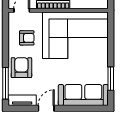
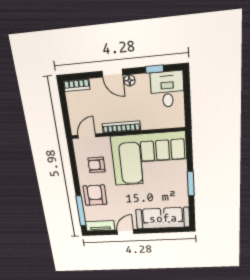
armchair: (27, 38) -> (96, 165), turned 180
window: (111, 79) -> (191, 184), moved

